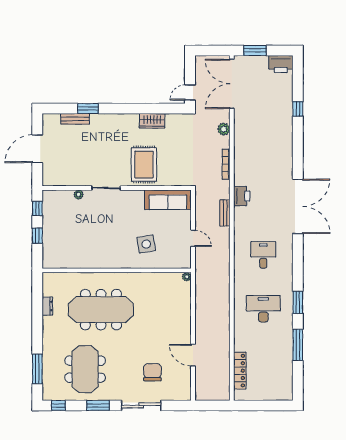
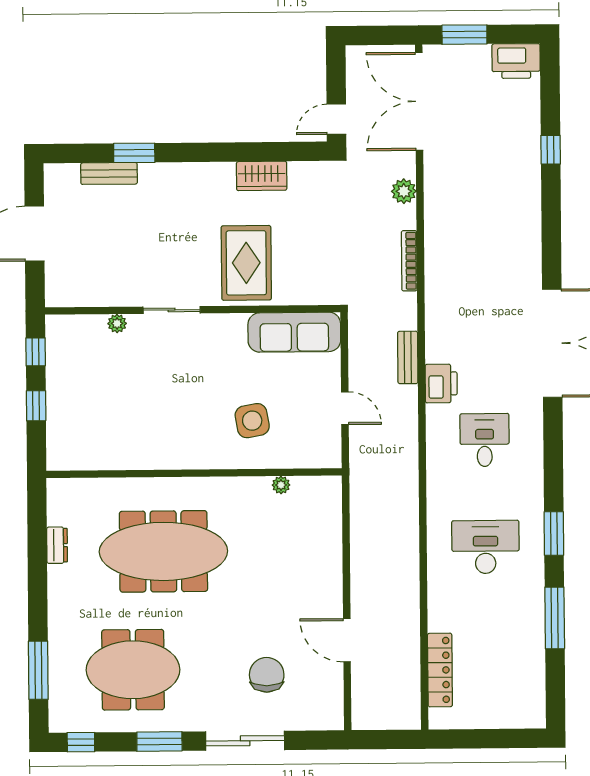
printer: (242, 196) -> (441, 383), moved
plant: (187, 277) -> (281, 485), moved
meeting table: (85, 369) -> (133, 670), turned 90

